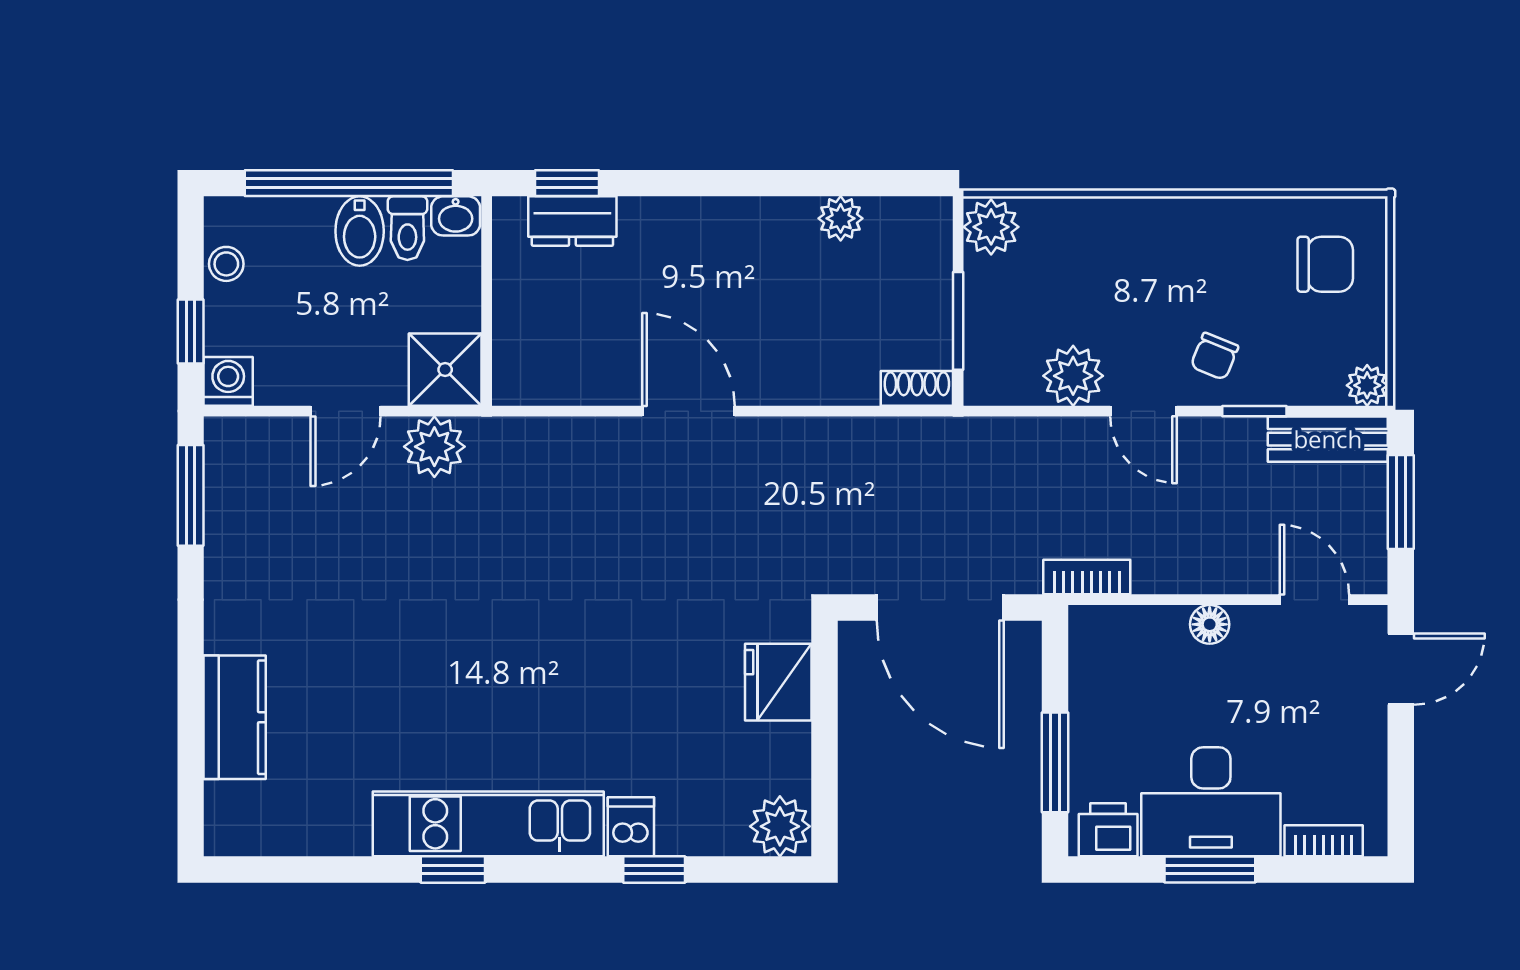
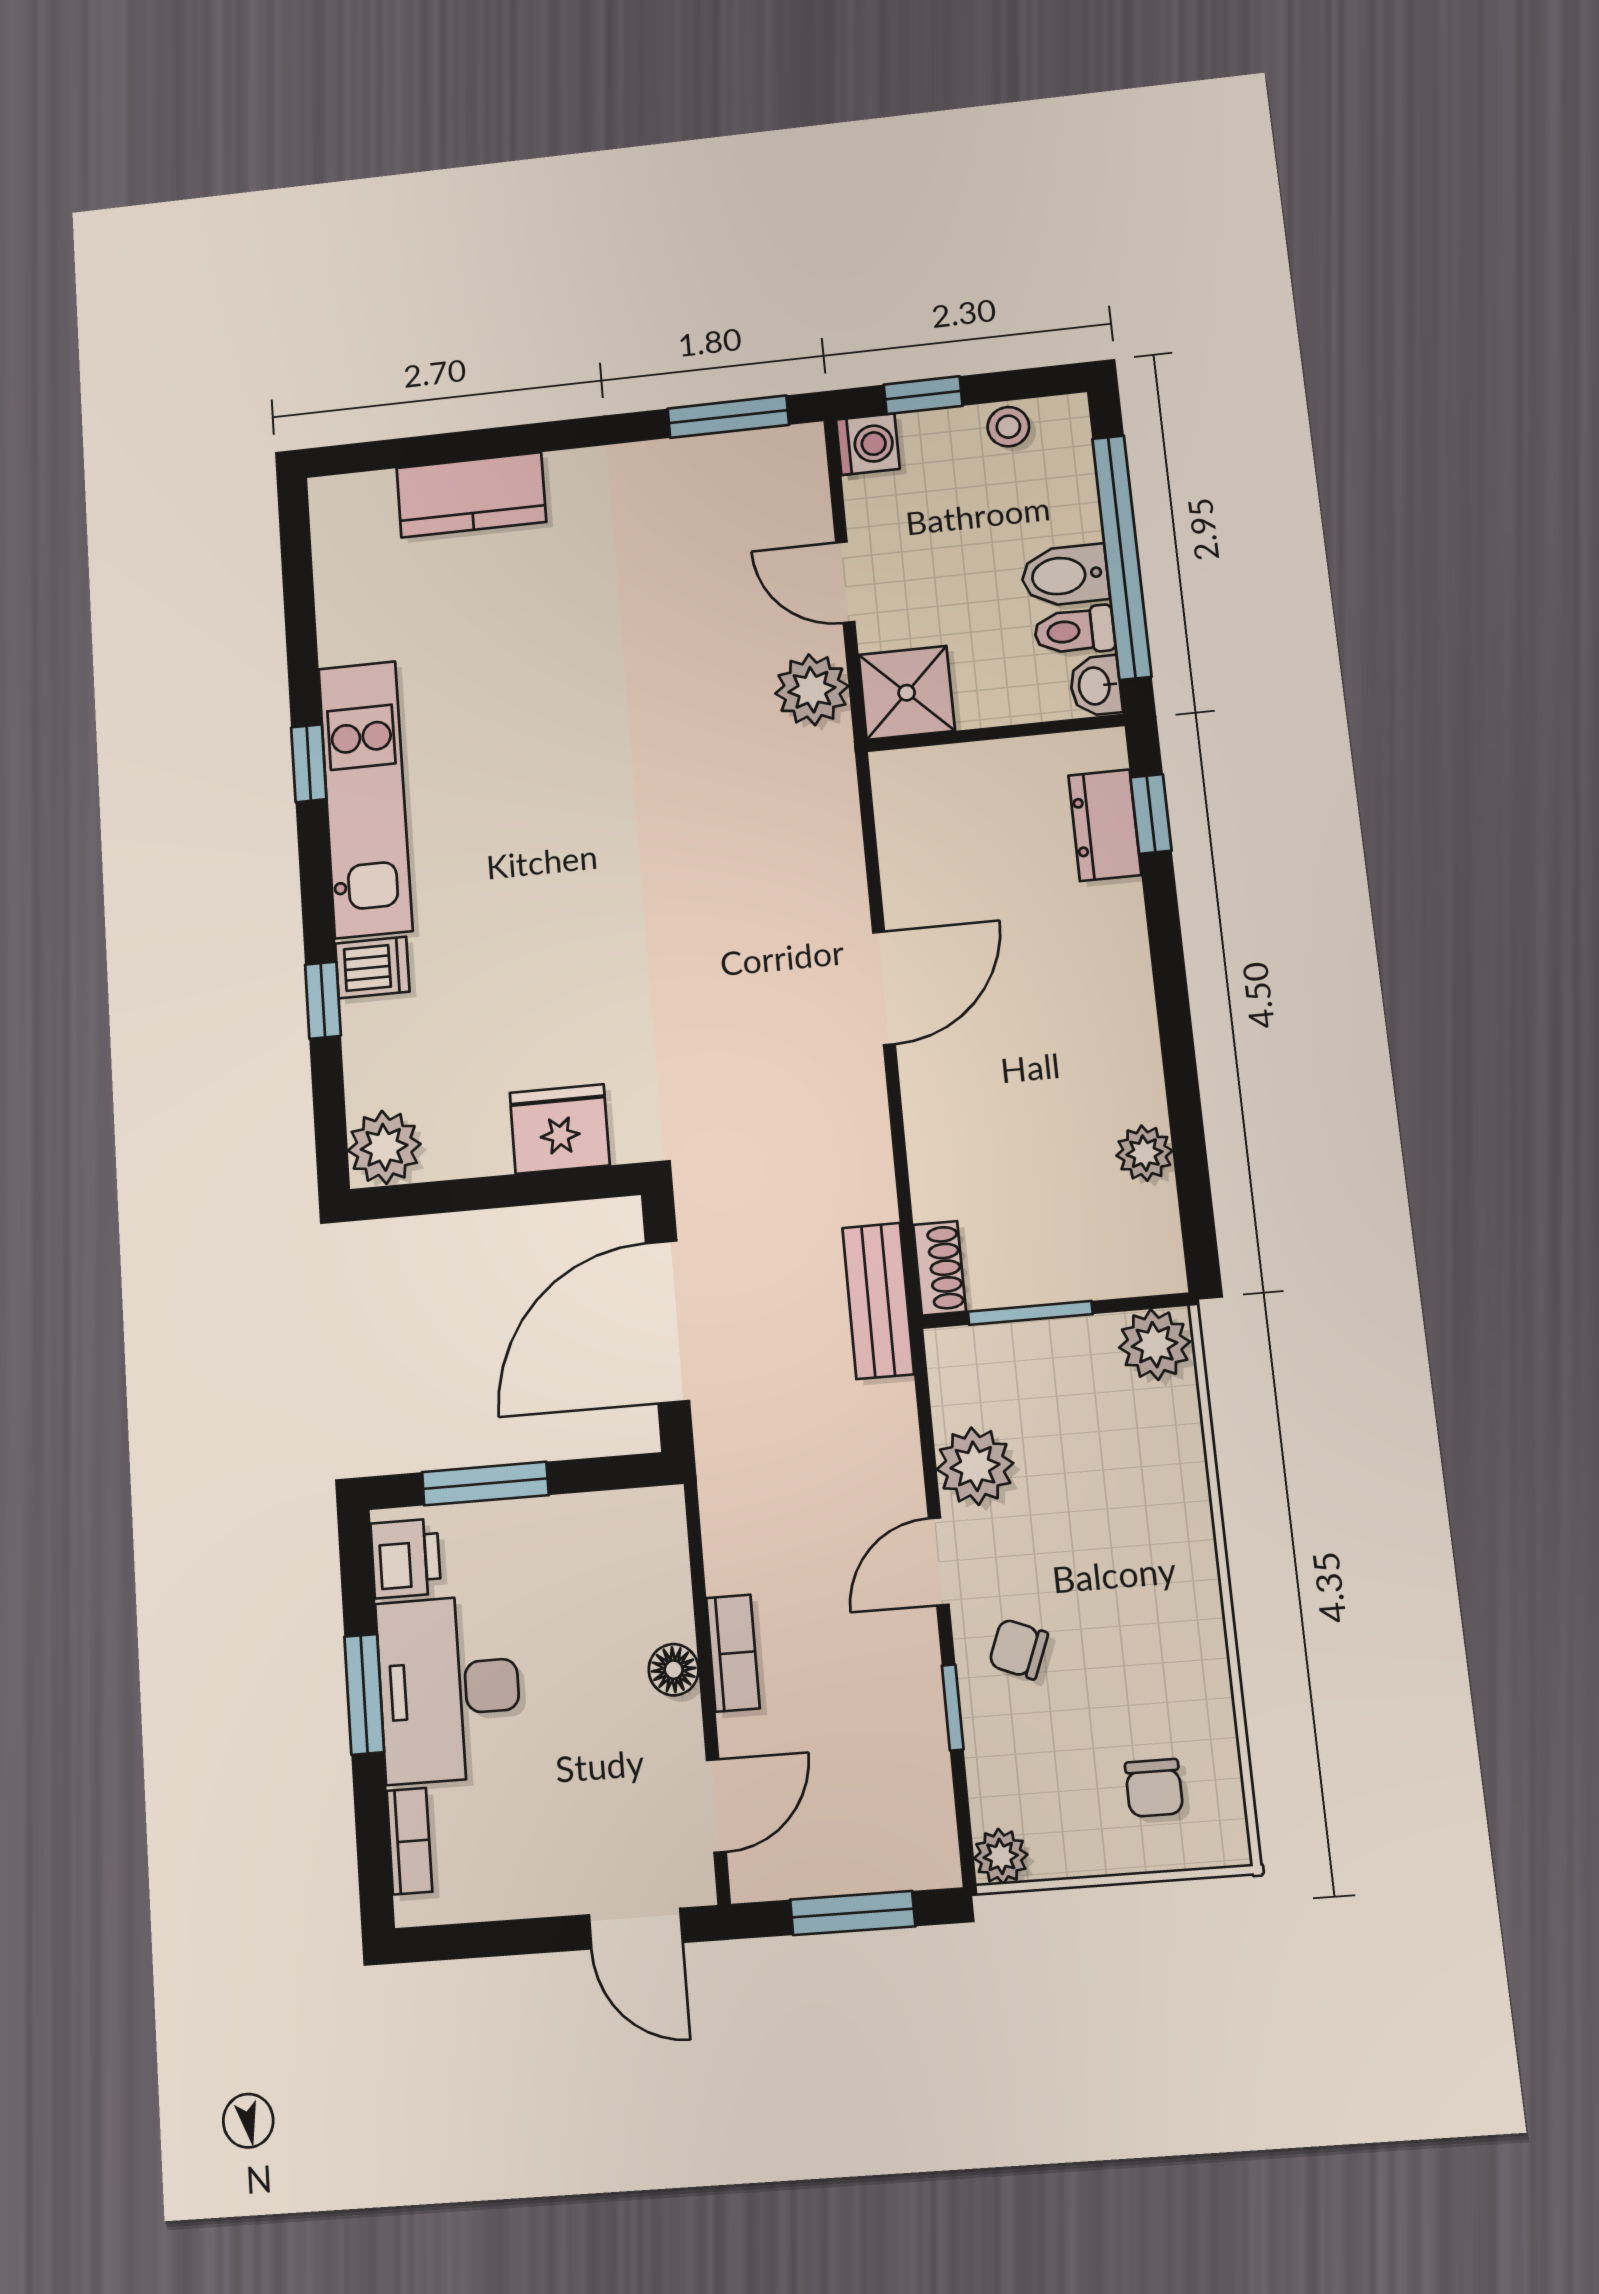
chair: (1325, 264) -> (1154, 1788), width x0.73, depth x0.73
bench: (1328, 439) -> (878, 1301), moved
bookcase: (1087, 577) -> (733, 1653), moved

